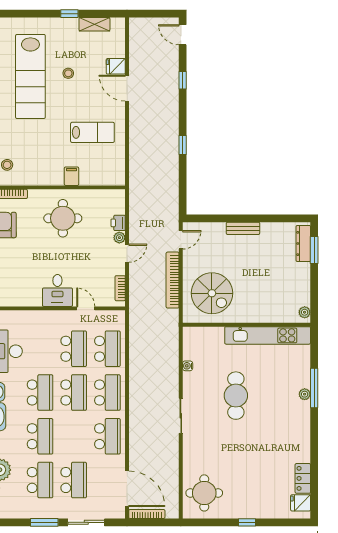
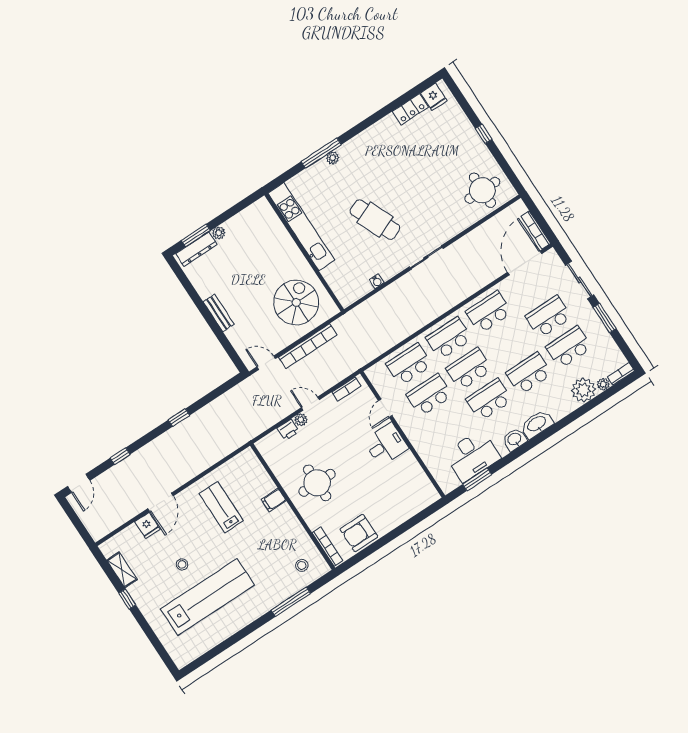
plant: (305, 312) -> (219, 233), moved
cafe table: (236, 396) -> (375, 220), turned 67

